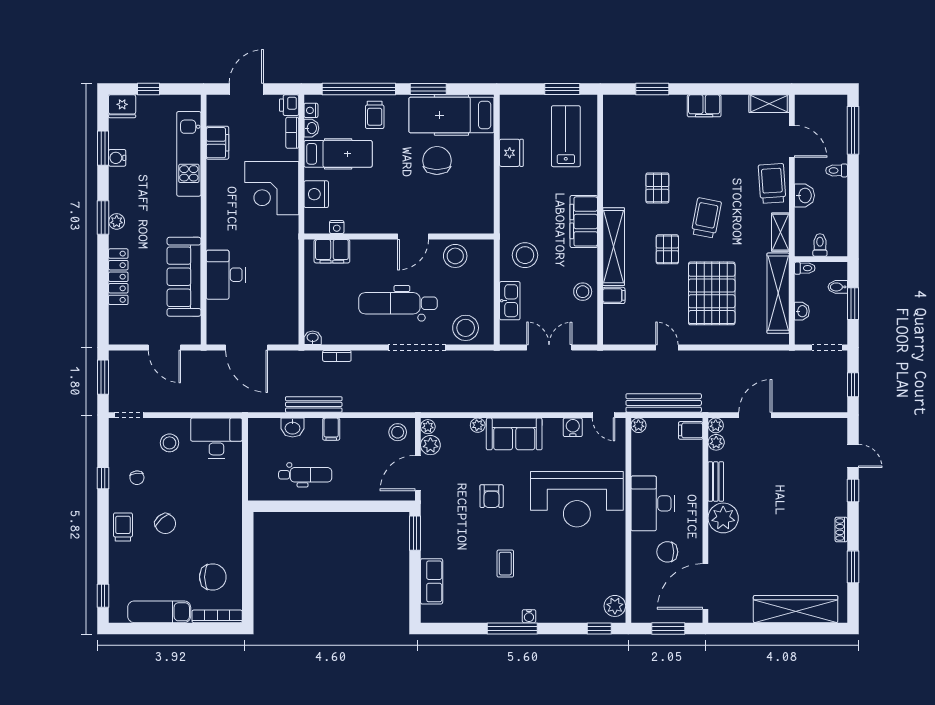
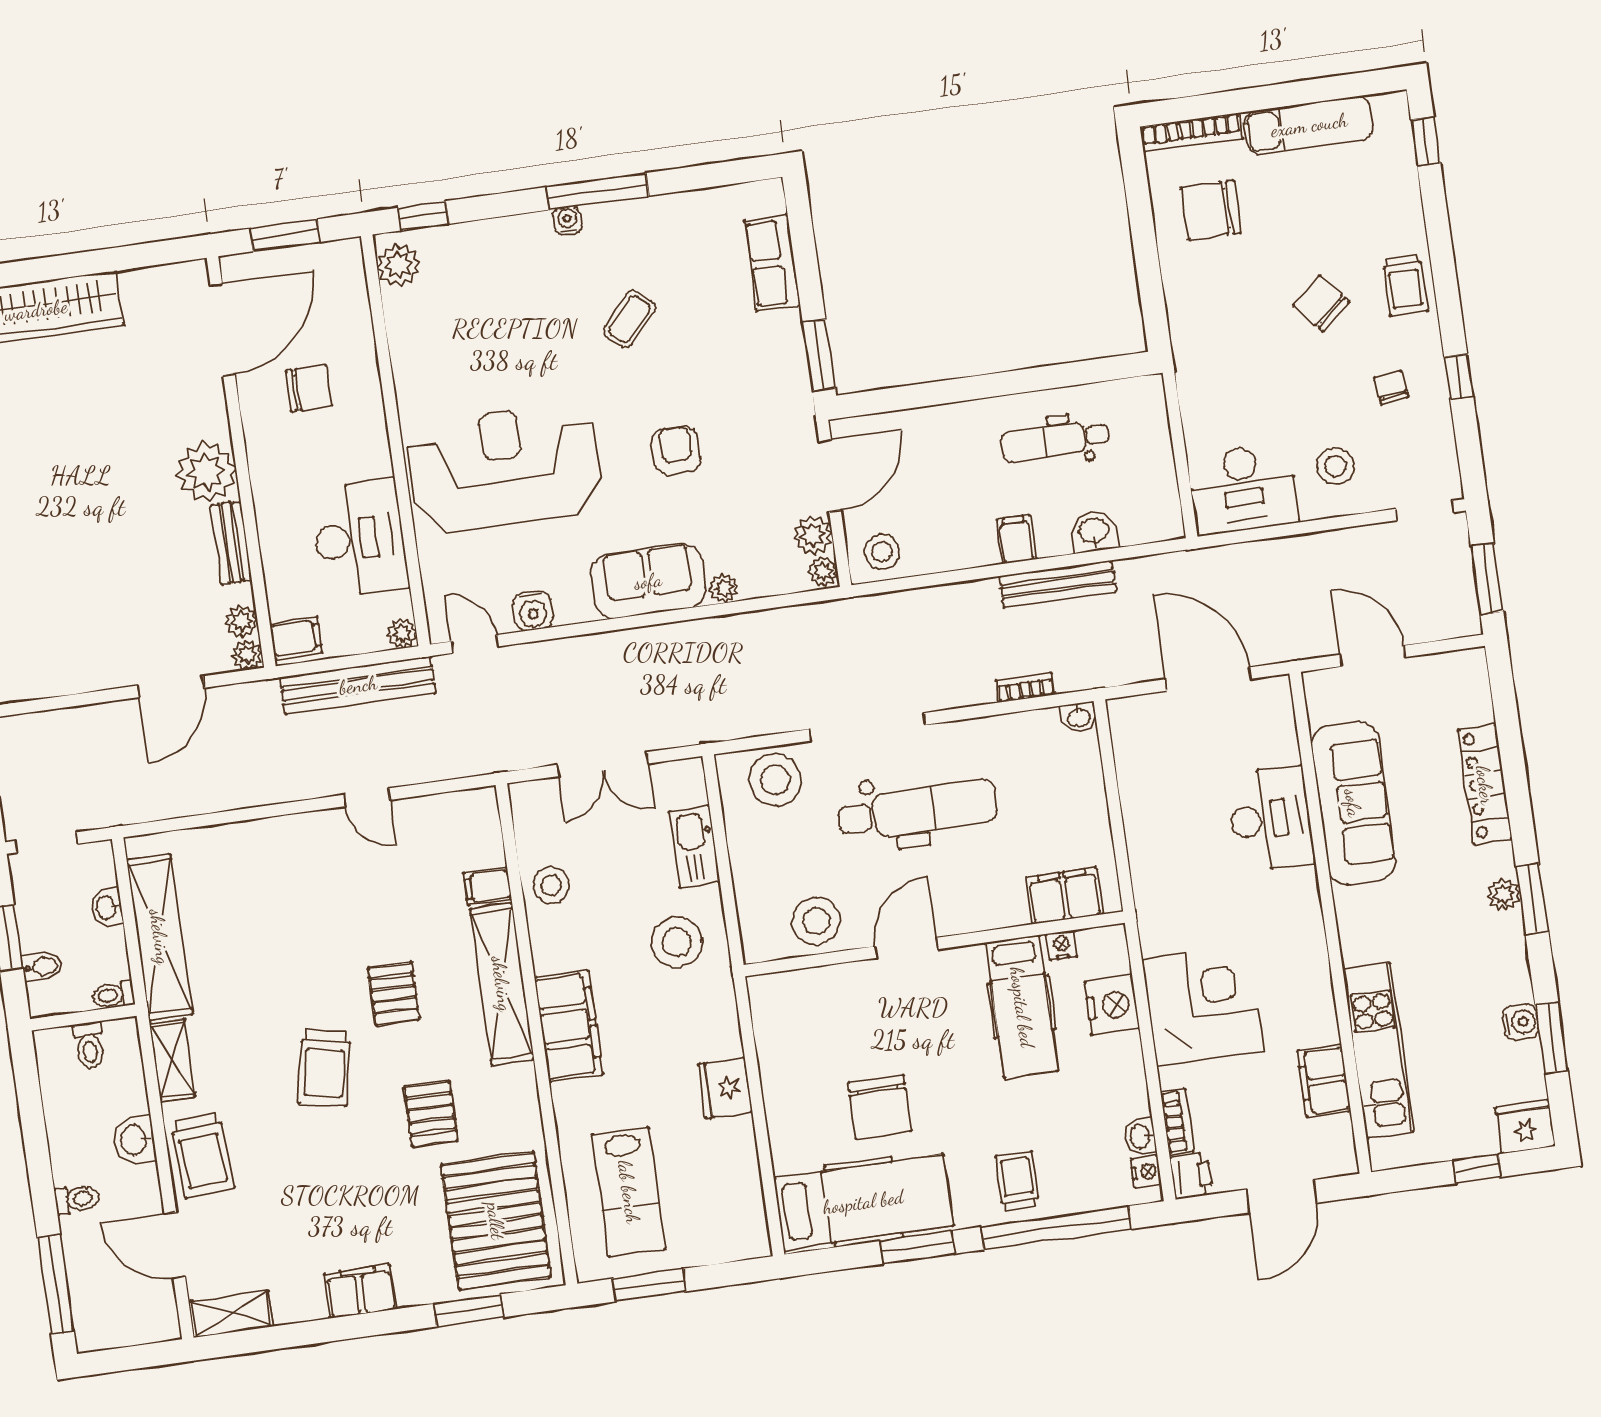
fridge: (511, 153) -> (725, 1088), moved
hospital bed: (338, 154) -> (1022, 1007), moved, turned -90
pallet: (712, 293) -> (496, 1221), moved
desk: (653, 503) -> (359, 539), moved
coffee table: (505, 564) -> (630, 319), turned 42

